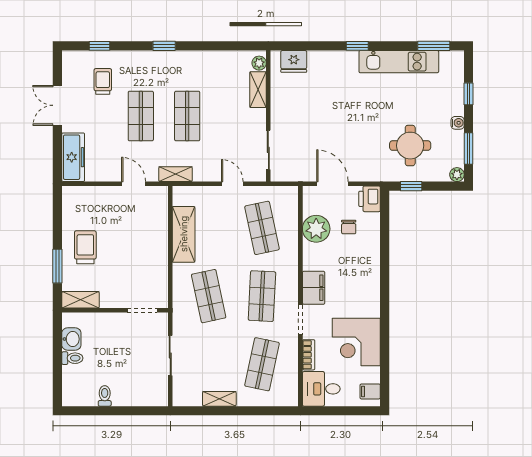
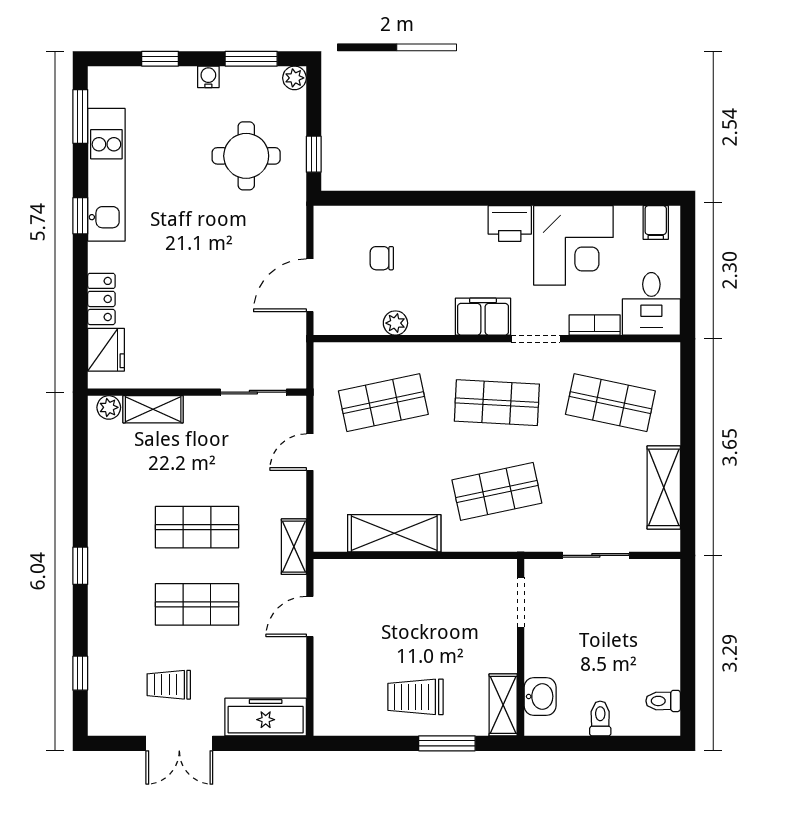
window: (357, 46) -> (80, 216), moved
locker: (324, 59) -> (101, 299), added
trolley: (103, 81) -> (169, 685), moved
printer: (370, 199) -> (510, 223), moved
chair: (349, 227) -> (382, 258), turned 180
plant: (316, 229) -> (395, 323), width x0.53, depth x0.53
washbasin: (71, 339) -> (540, 696), moved, turned 90
toilet: (105, 396) -> (663, 701), moved
shelving: (219, 399) -> (664, 487), width x1.50, depth x1.33

